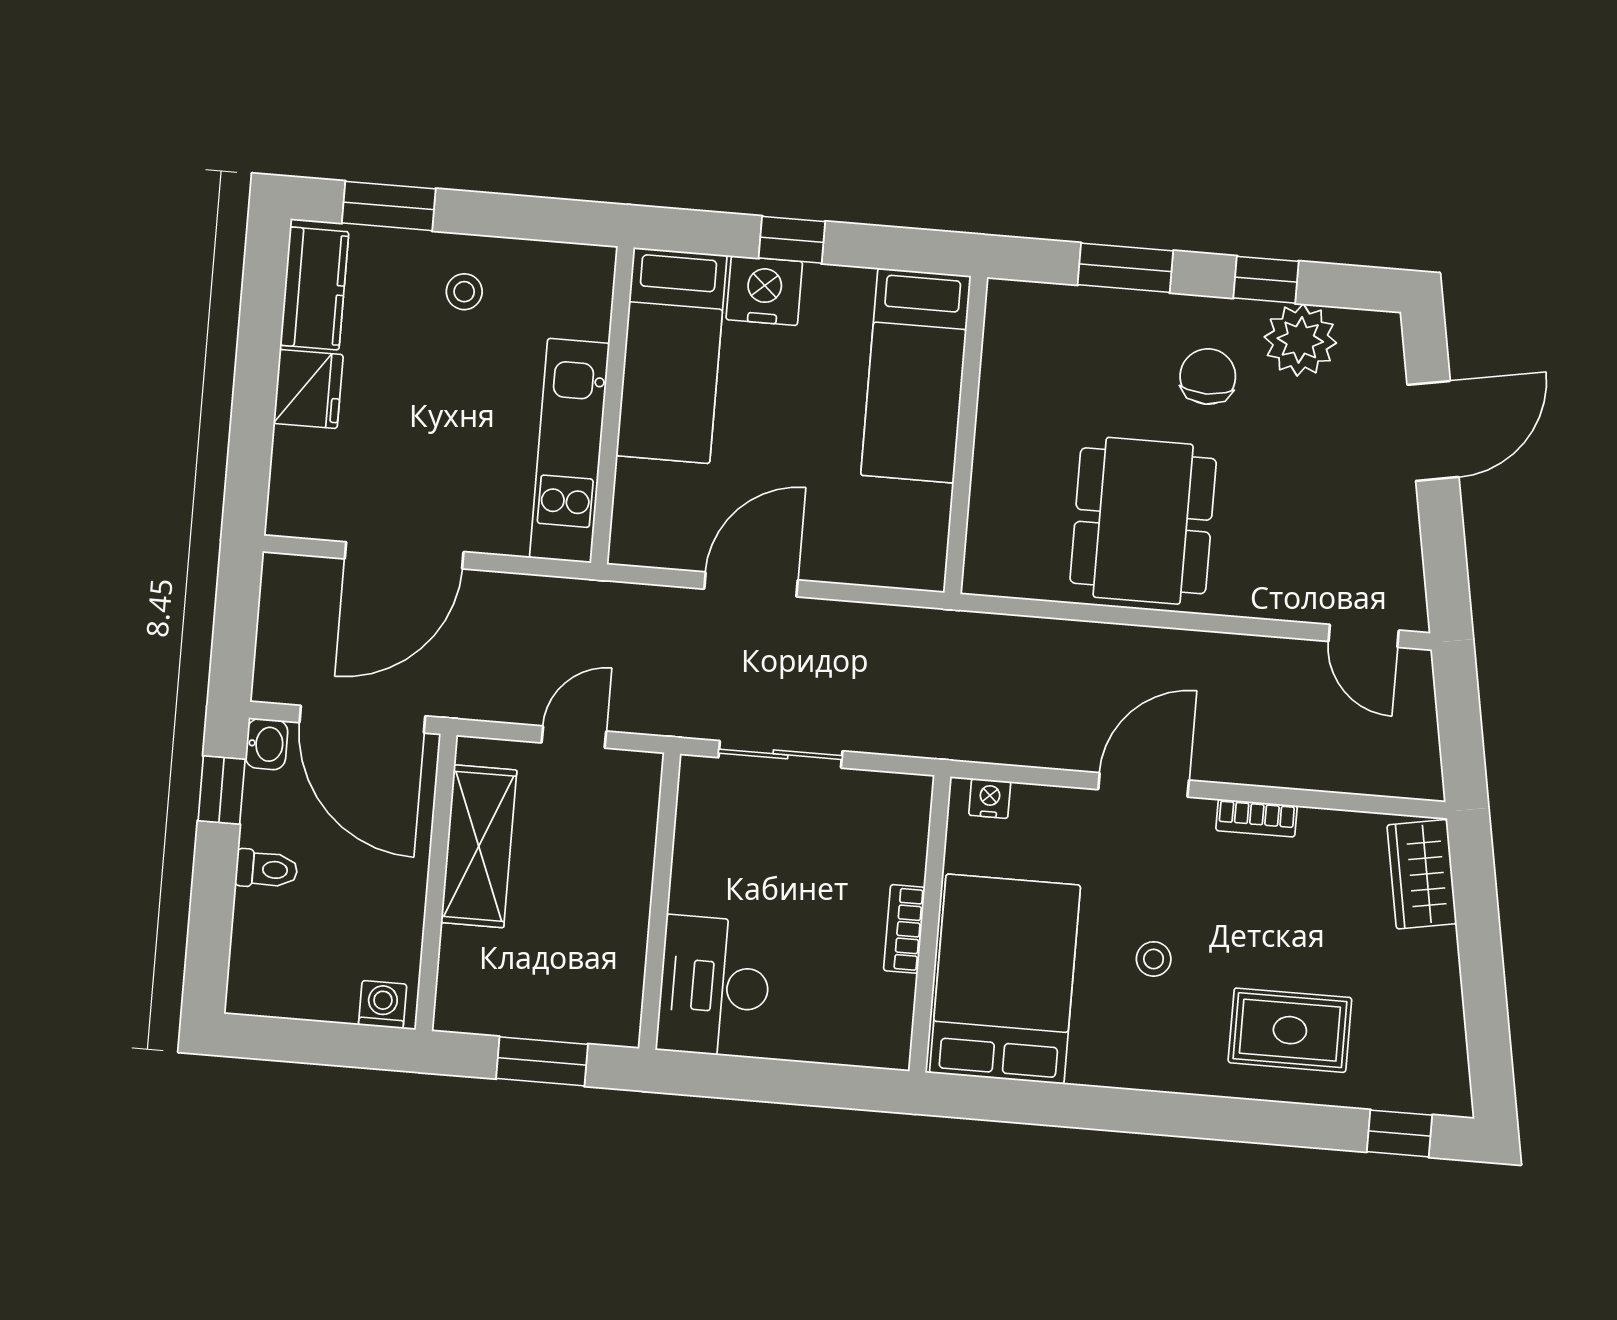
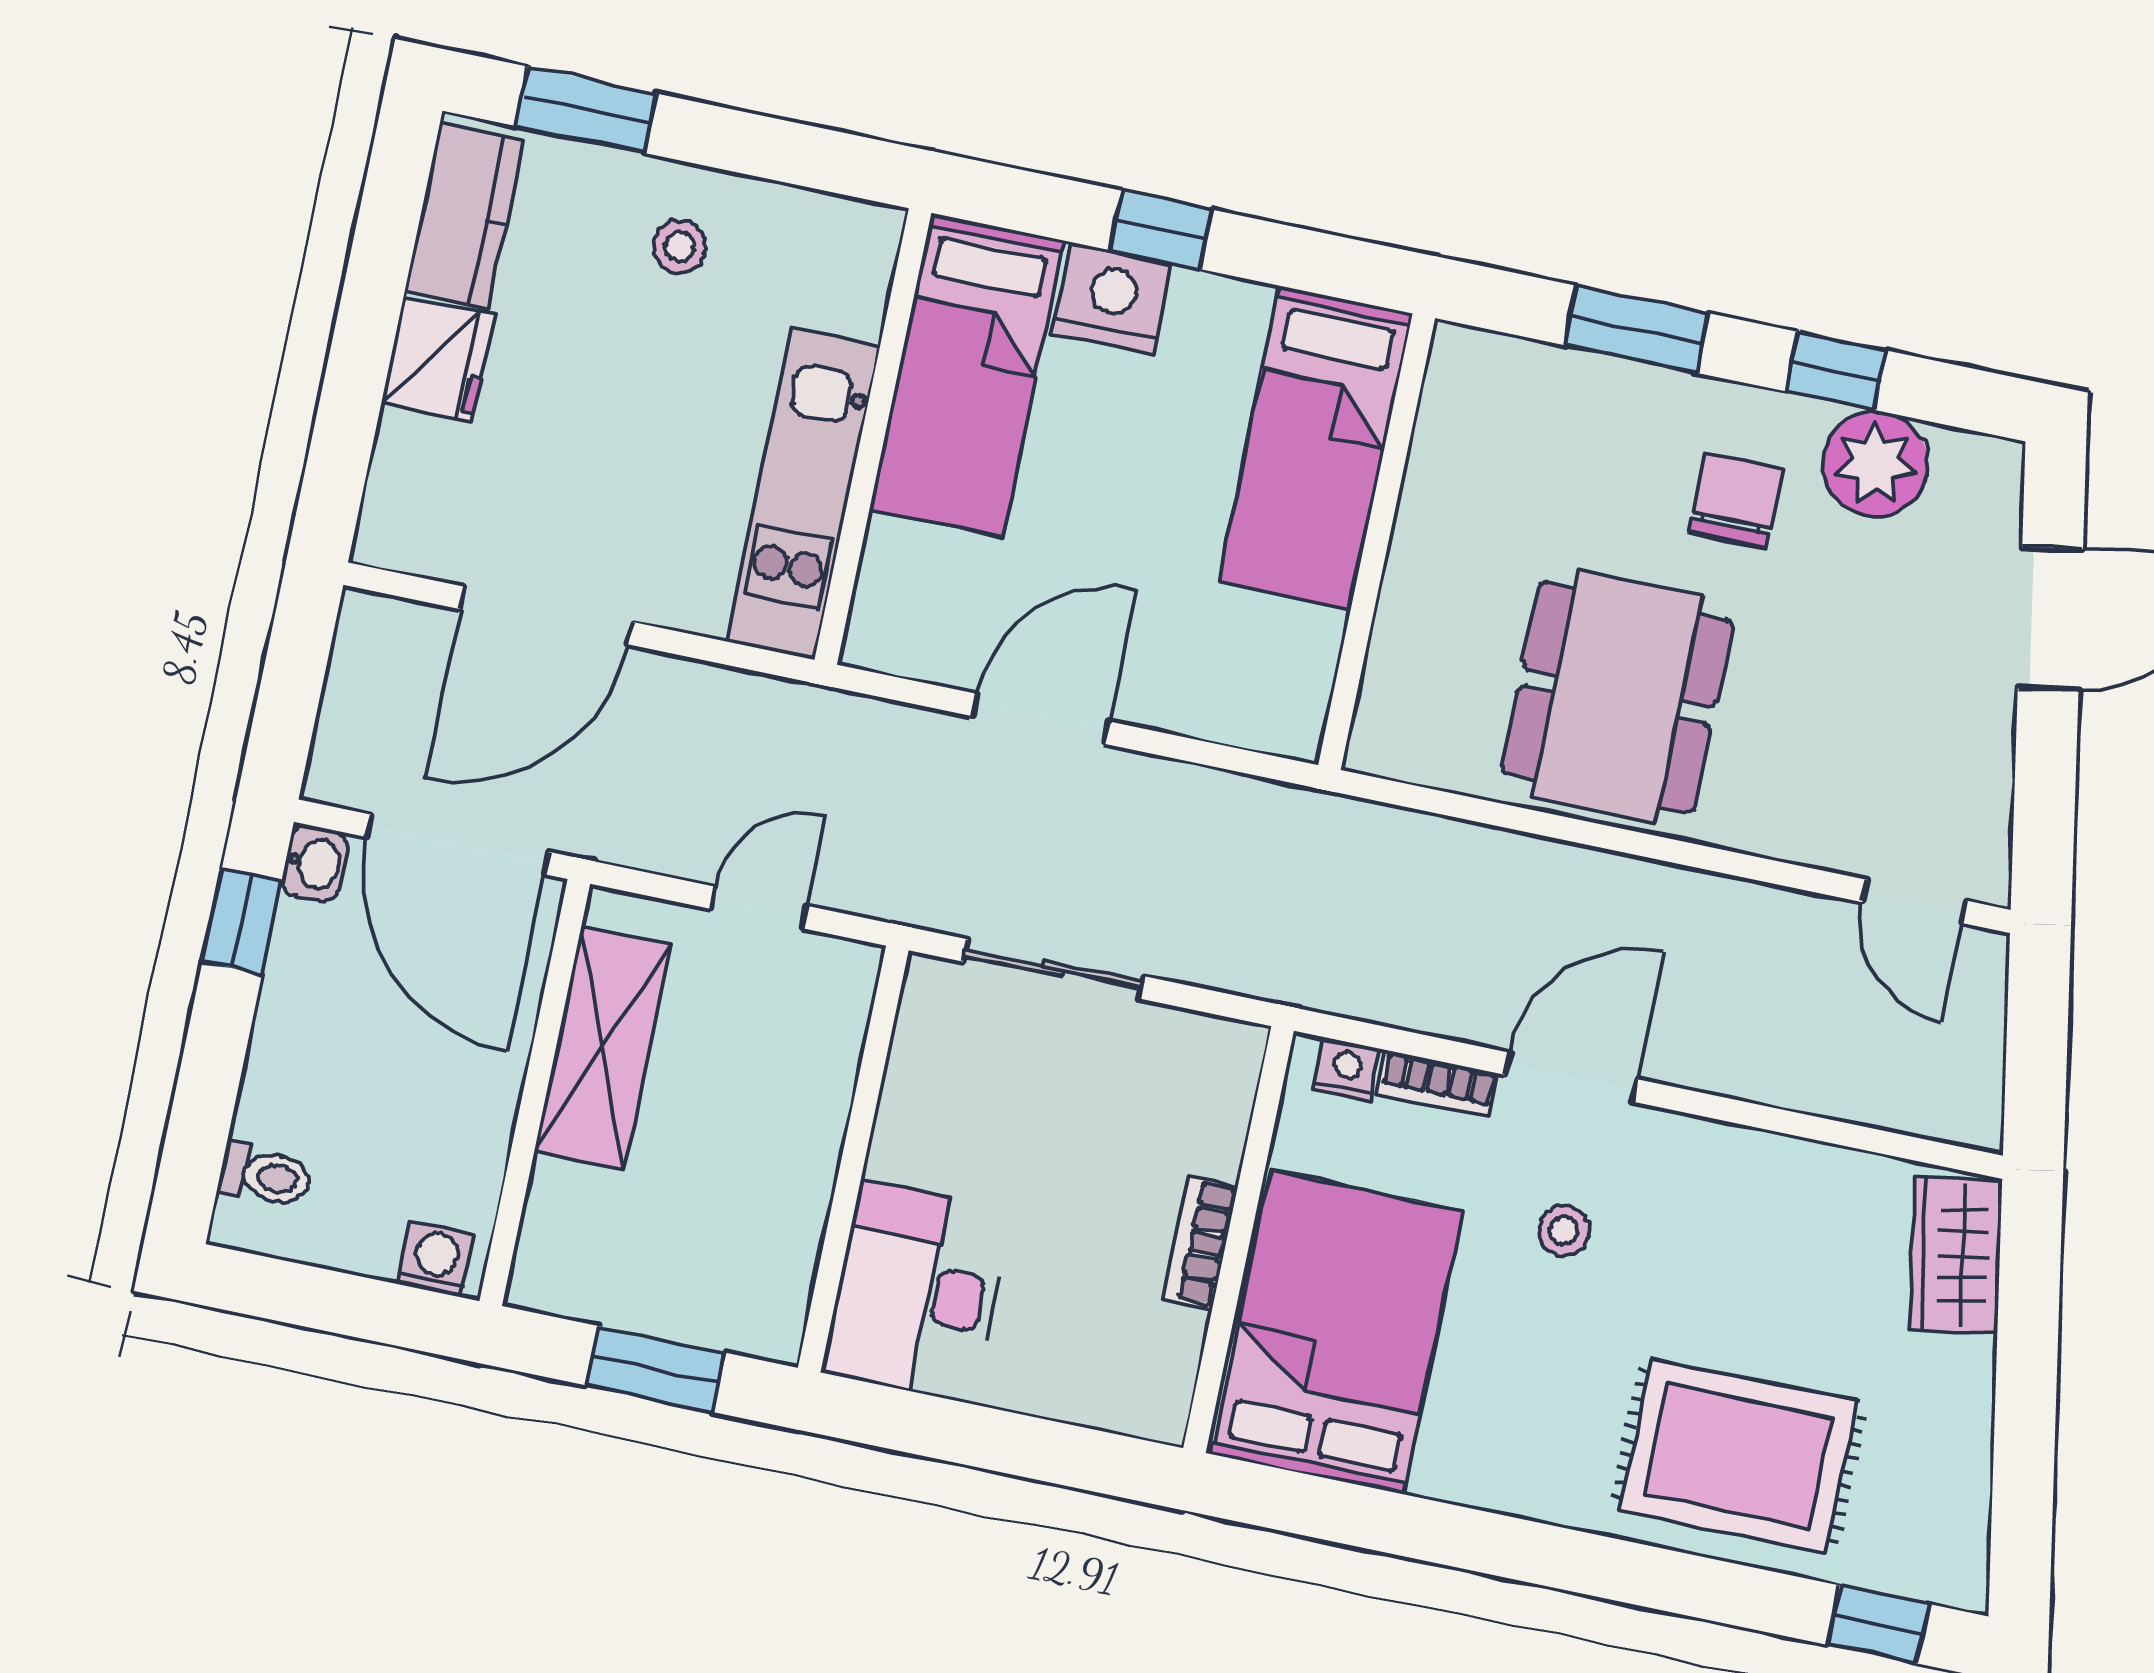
bookcase: (1257, 818) -> (1438, 1084), moved
toilet: (266, 869) -> (265, 1176), moved
stool: (1154, 959) -> (1564, 1231), moved
rug: (1290, 1030) -> (1738, 1456), width x1.36, depth x1.43

